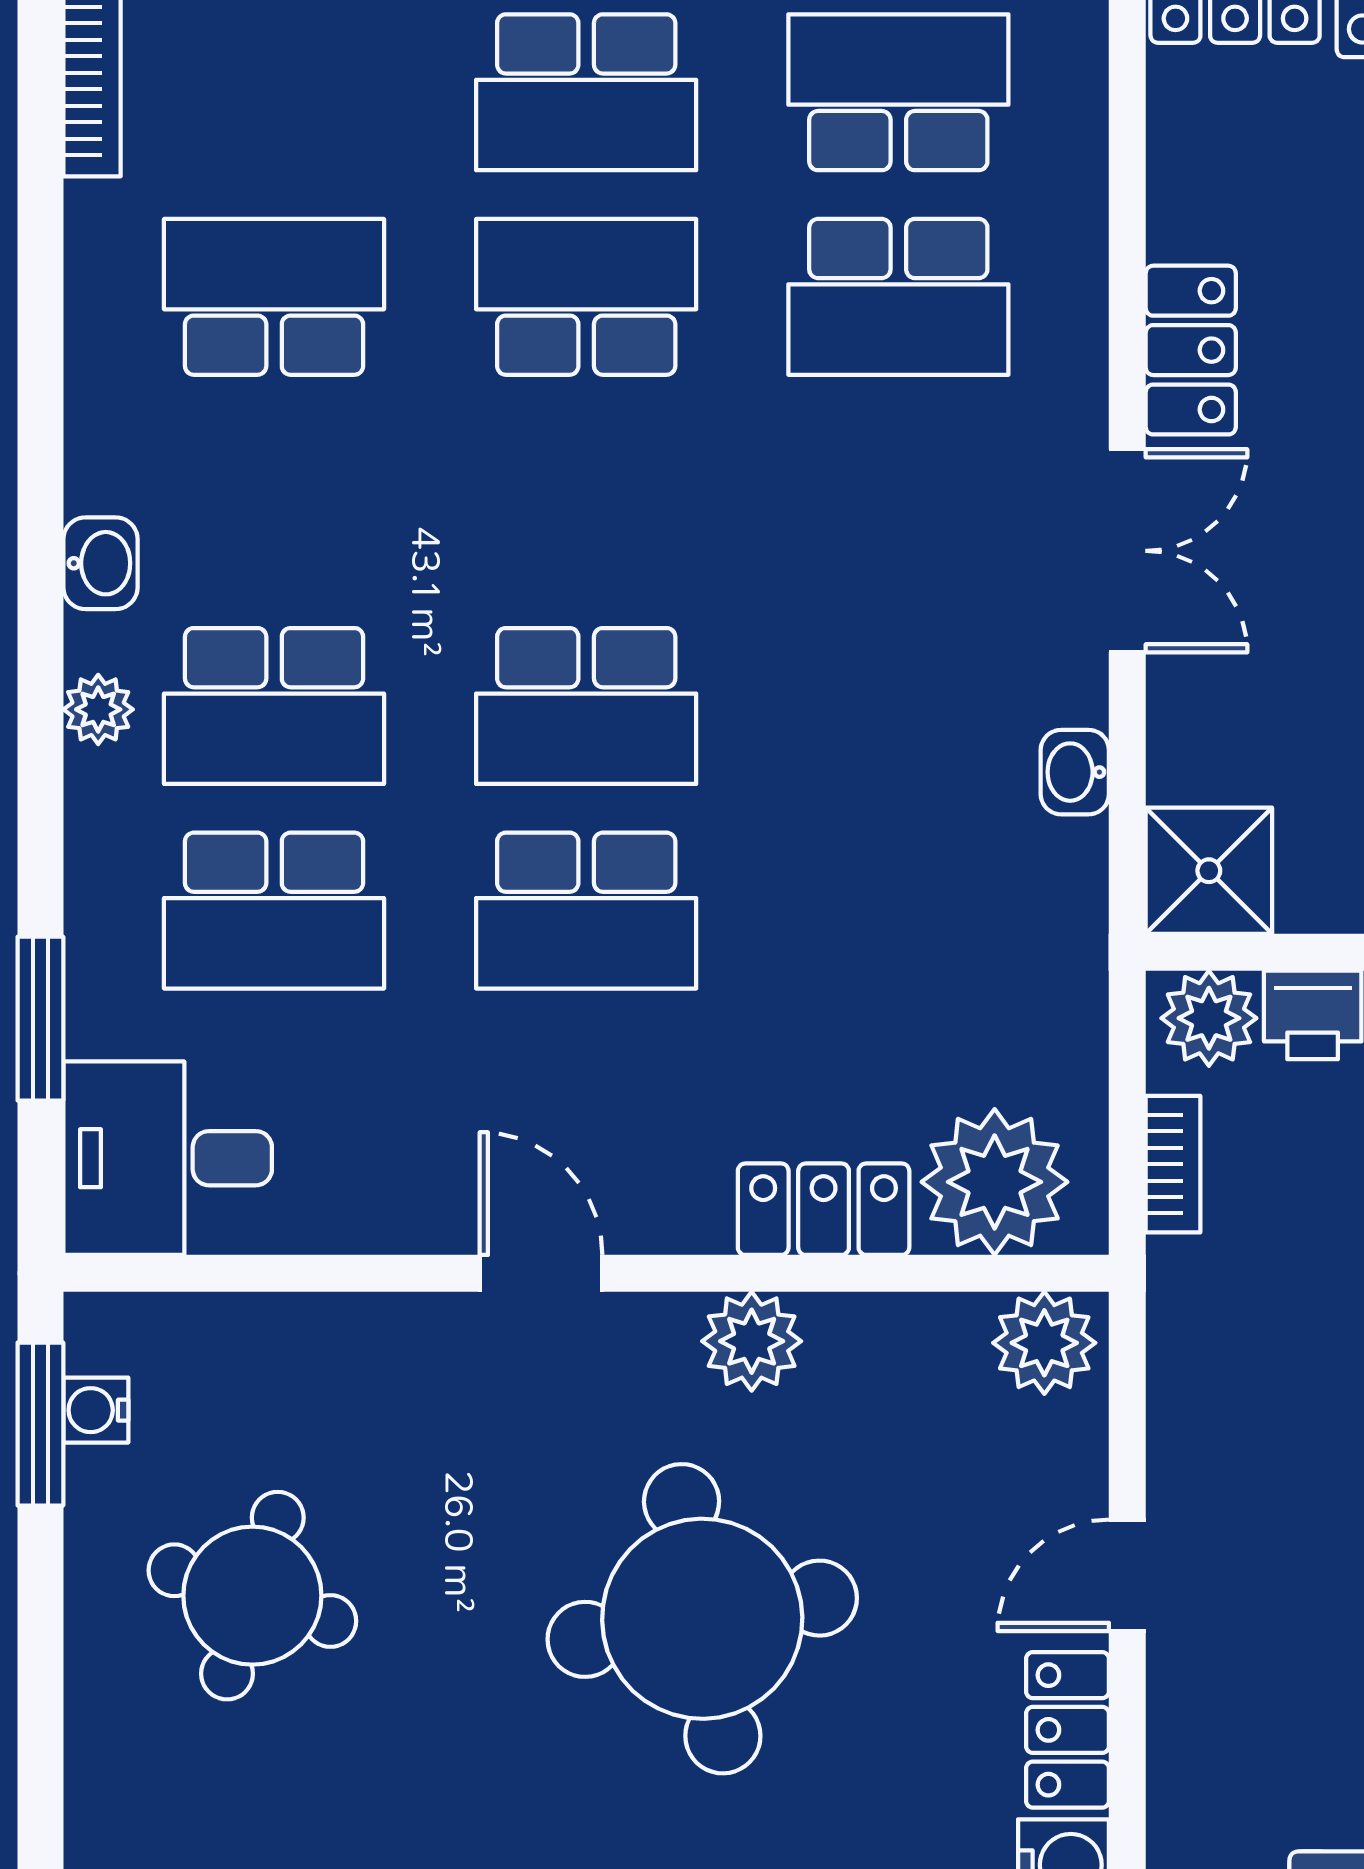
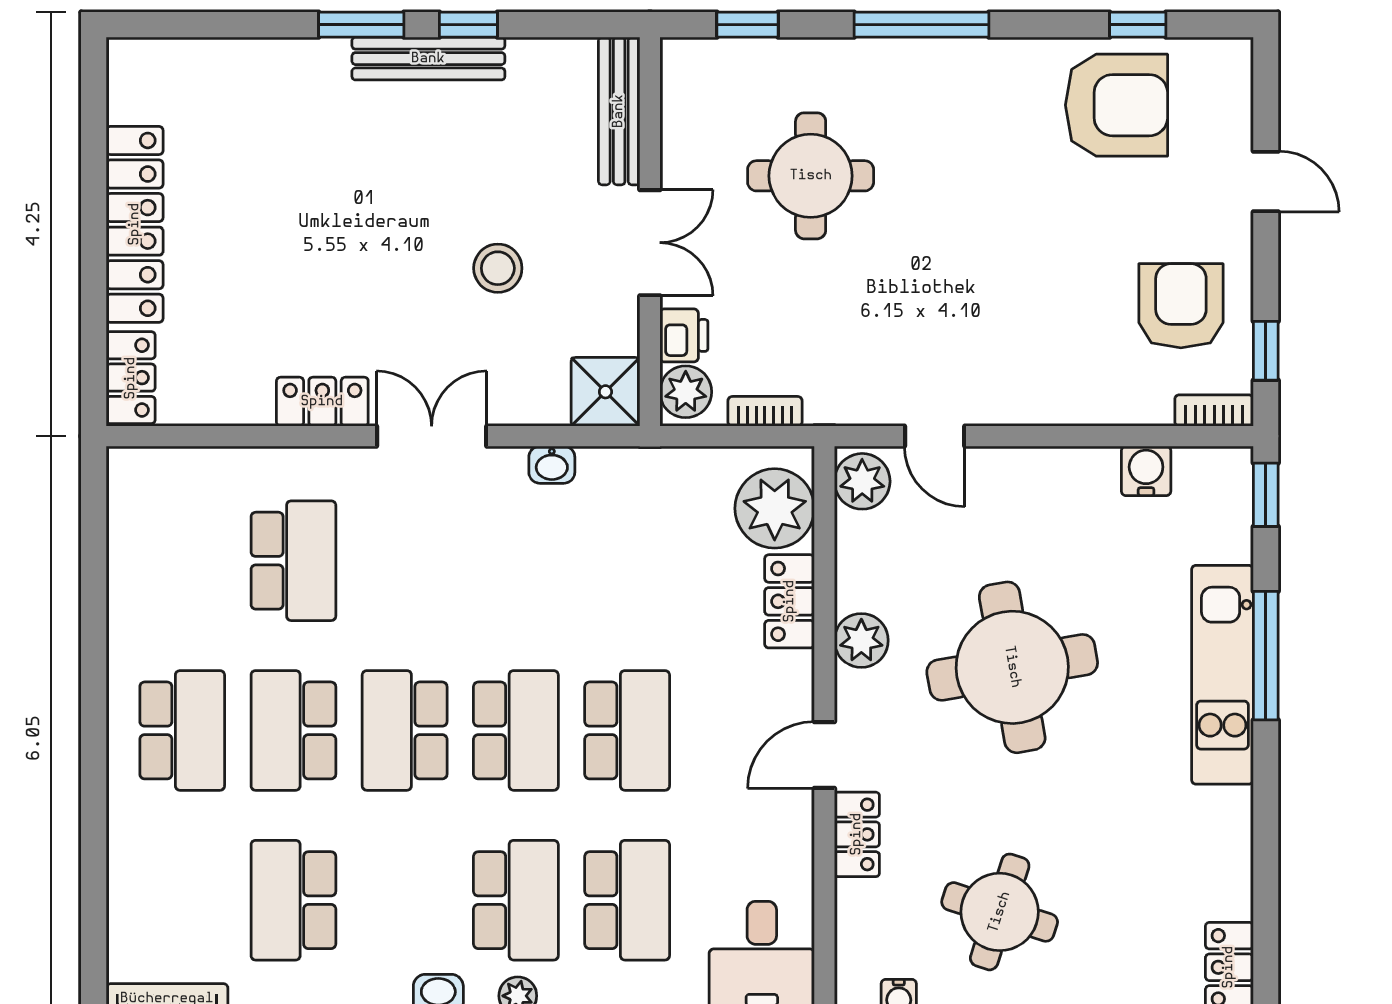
school desk: (898, 92) -> (405, 730), moved
door: (1127, 1575) -> (935, 436), moved
locker: (1067, 1730) -> (857, 834), moved, turned -90

